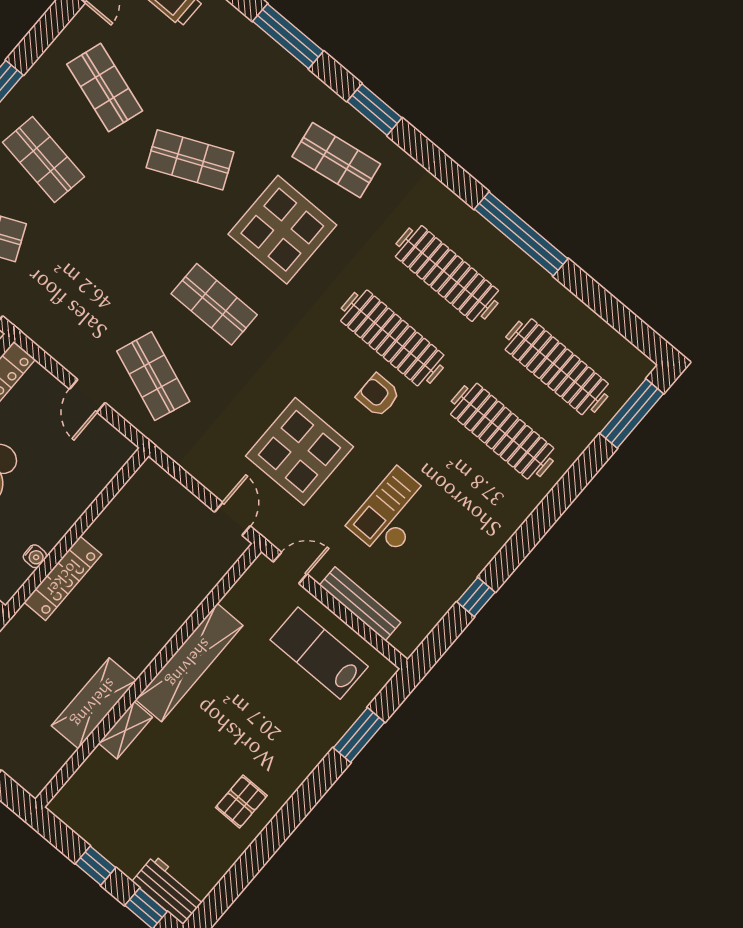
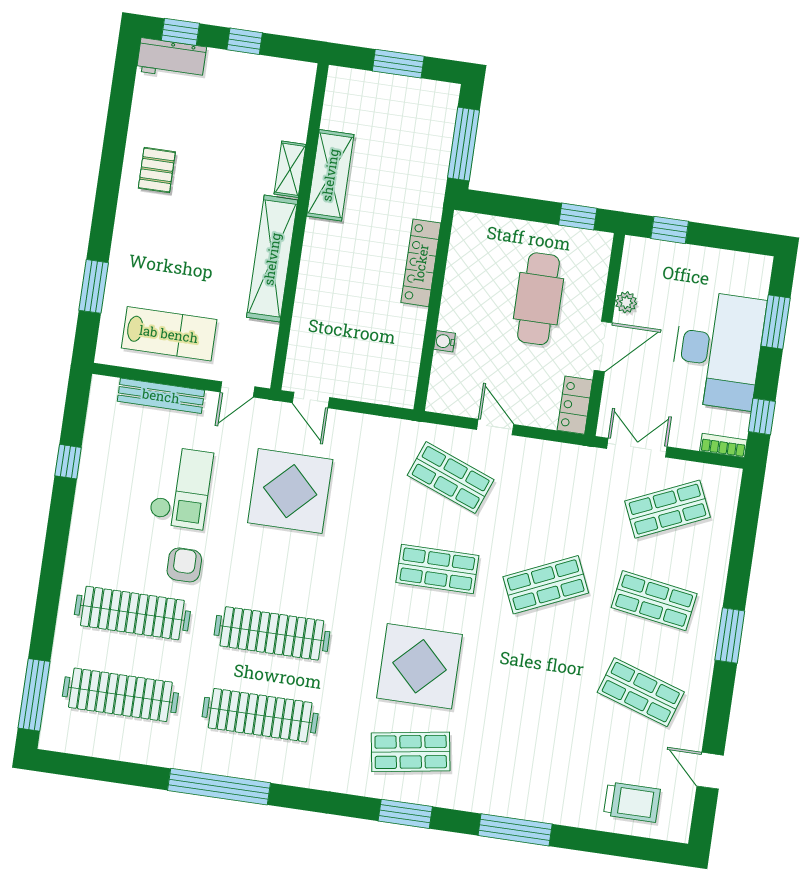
shop shelf: (190, 160) -> (546, 585), moved
armchair: (378, 395) -> (184, 565), moved, turned -90
water cooler: (35, 556) -> (445, 341), moved

